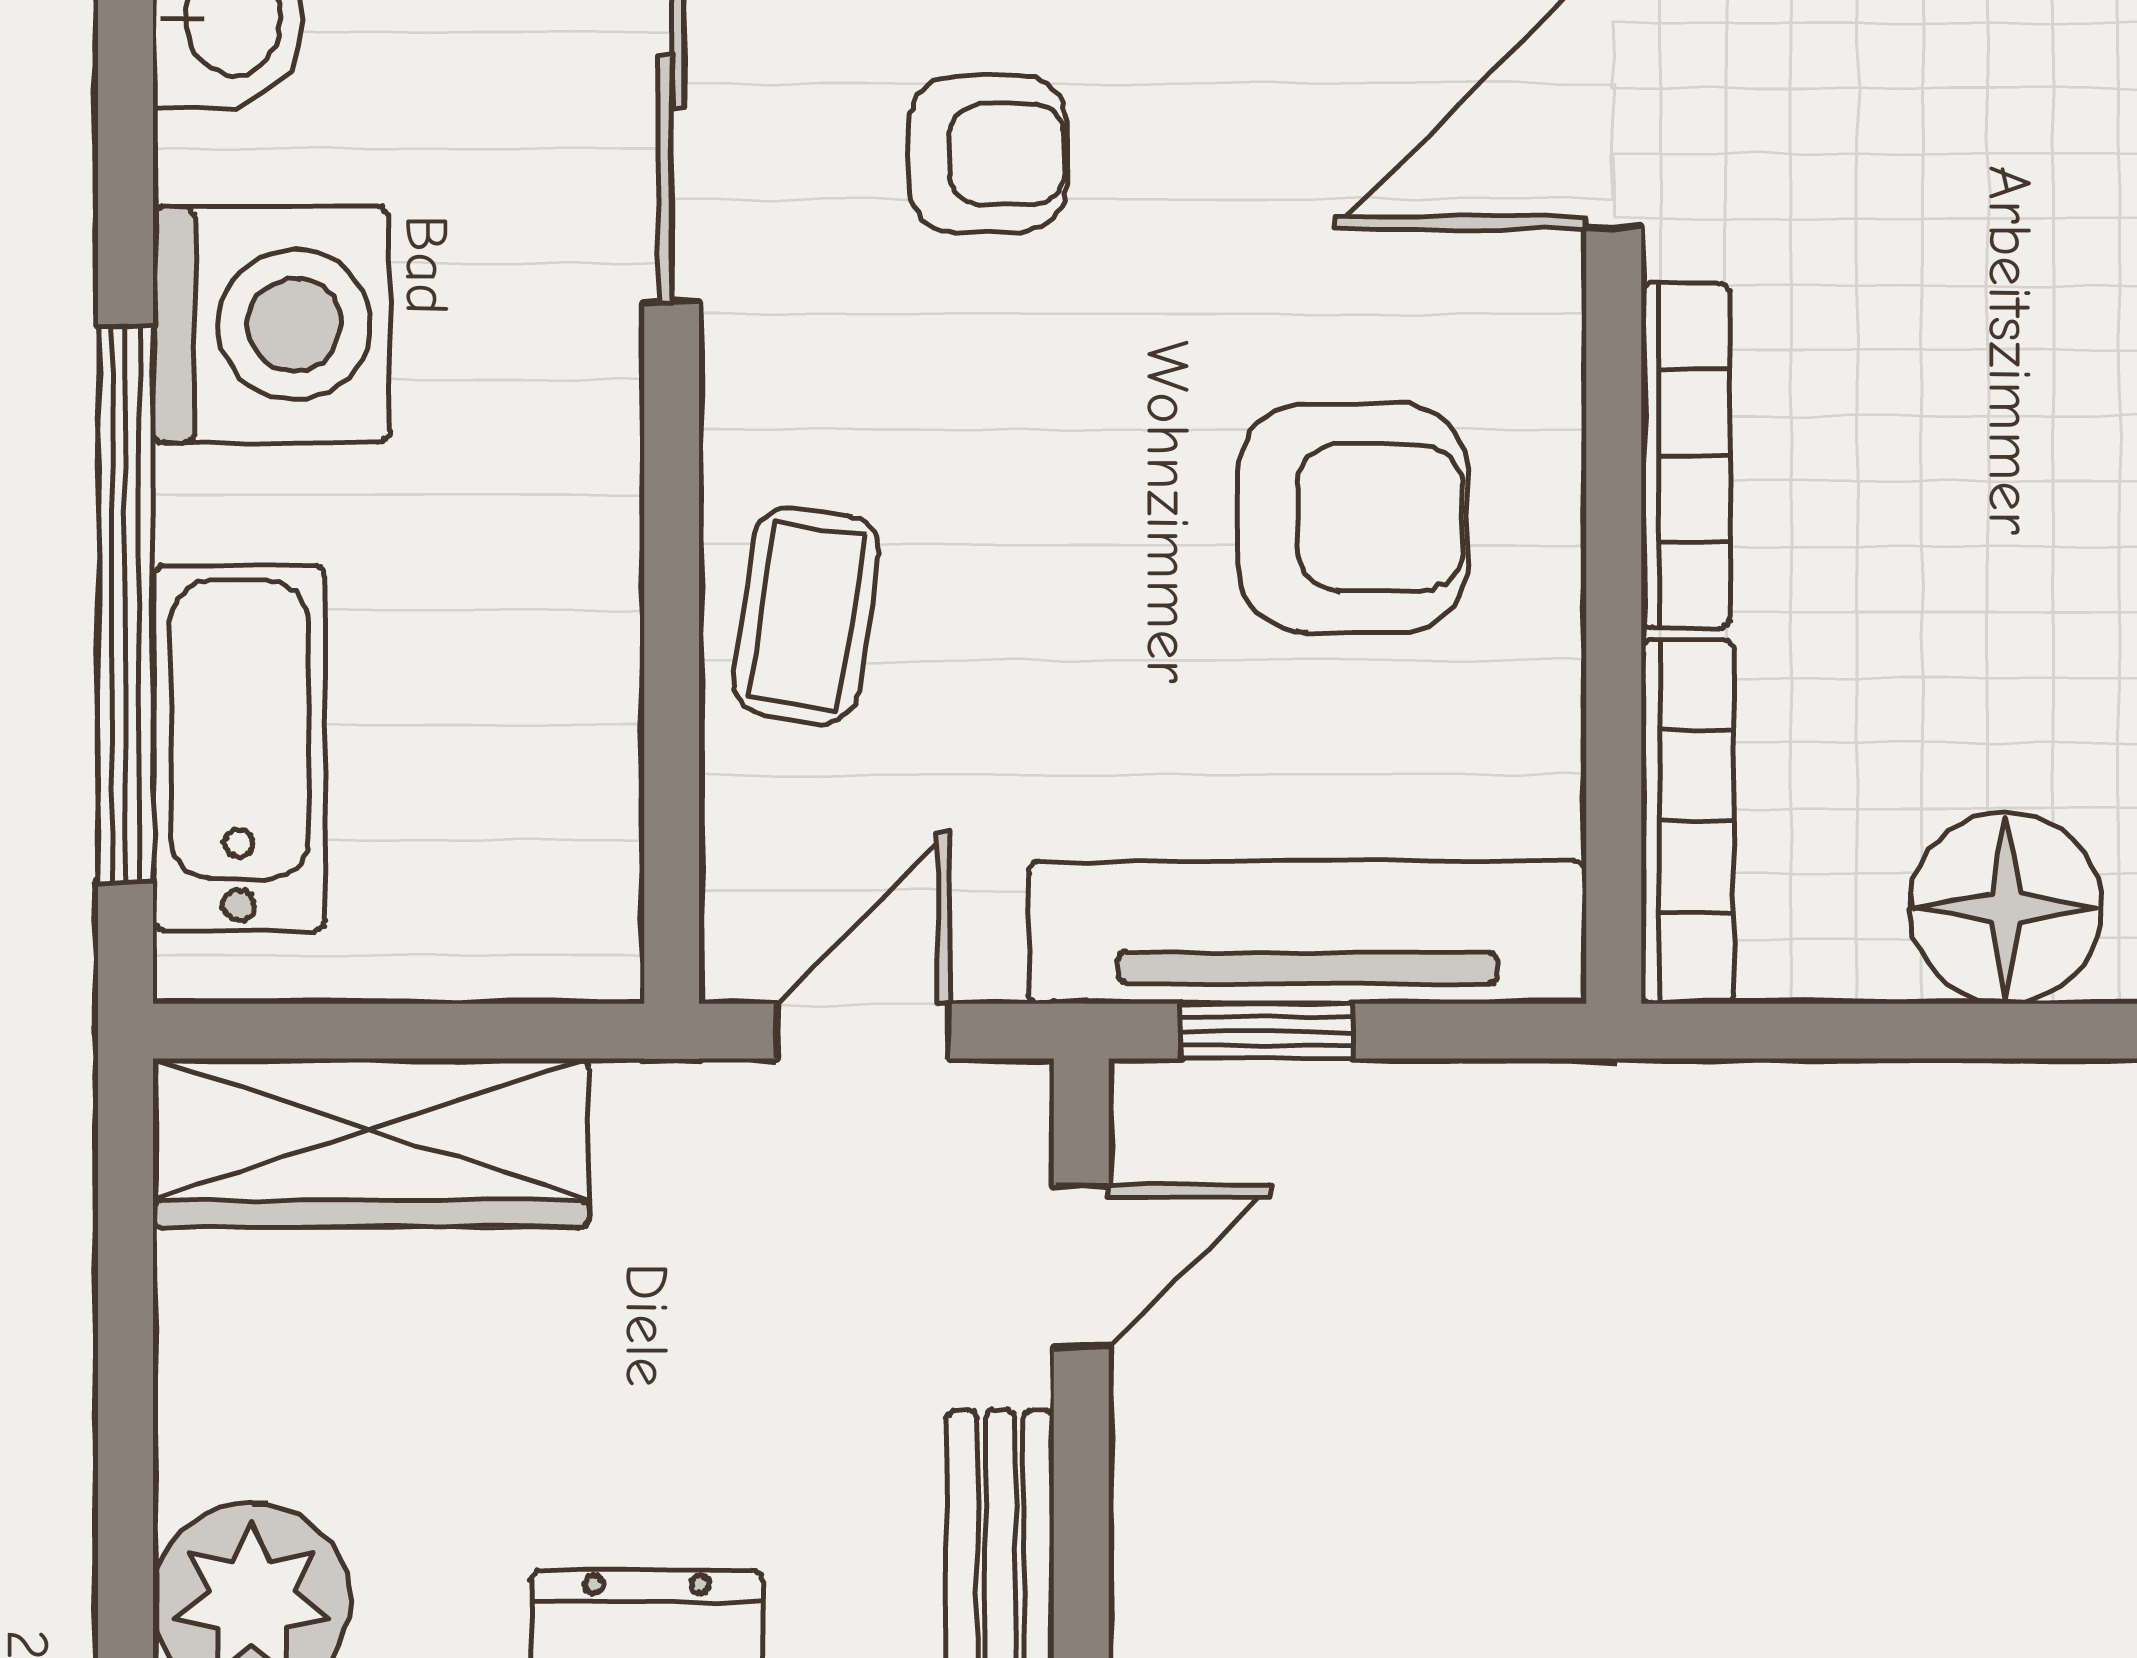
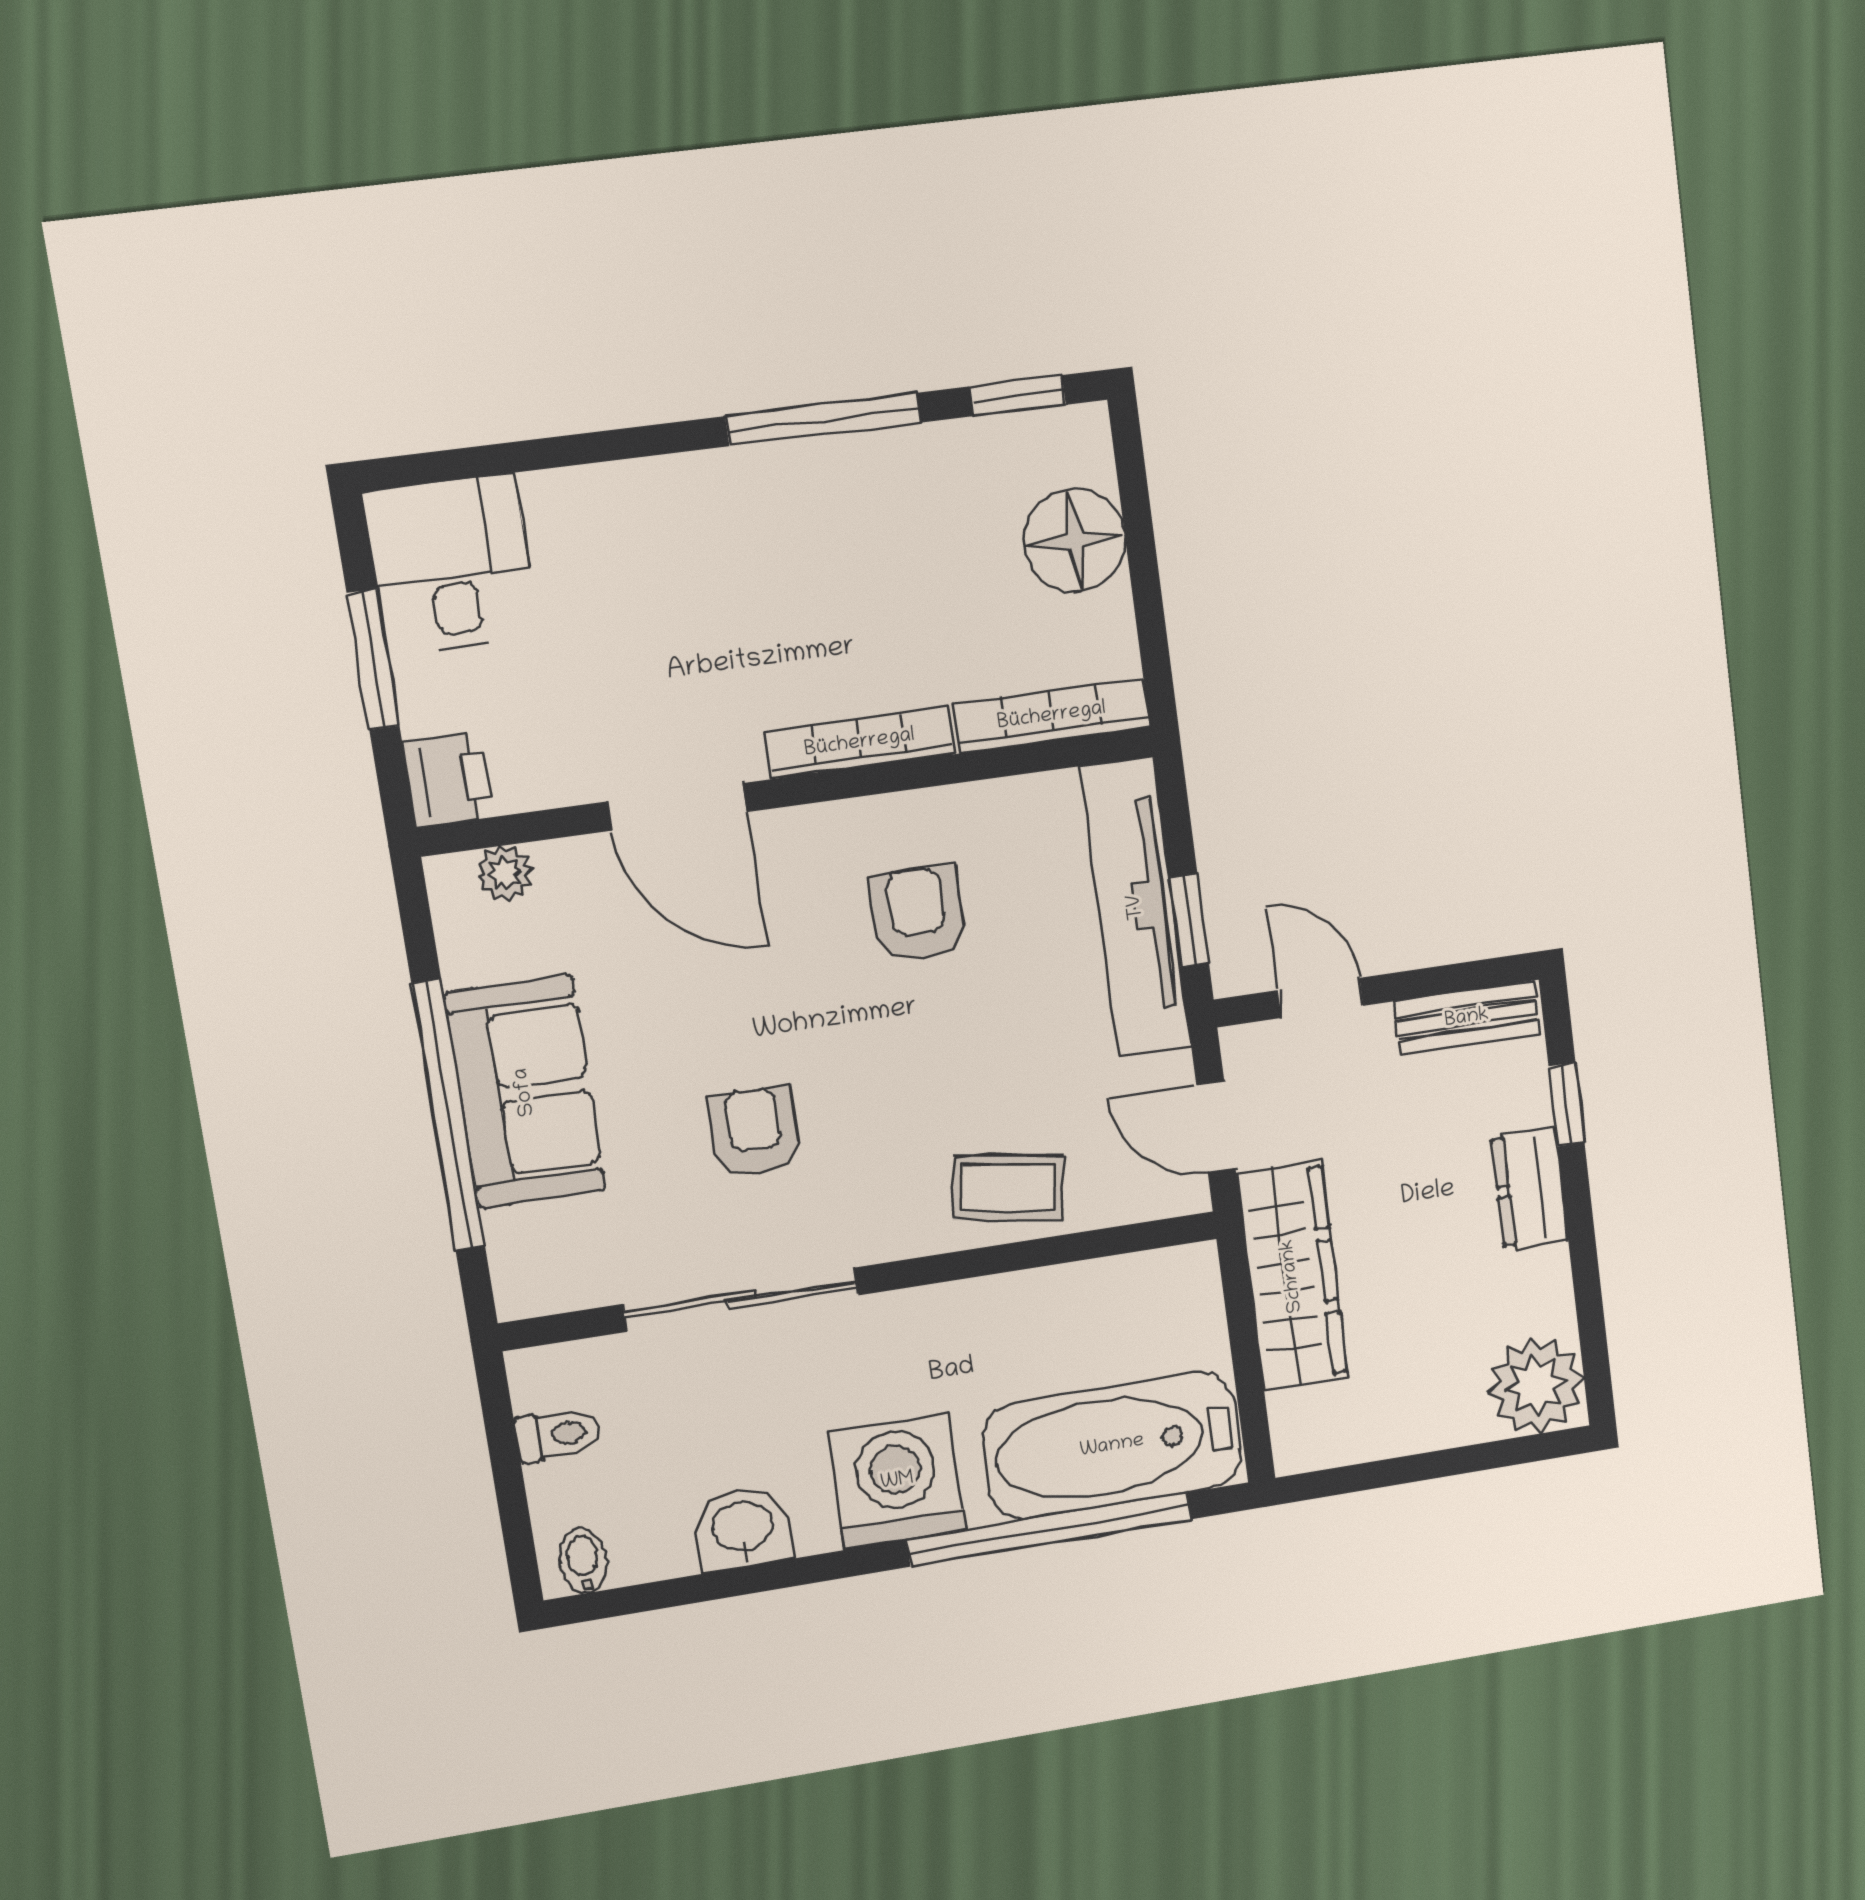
armchair: (1353, 518) -> (918, 914), width x0.72, depth x0.72
bathtub: (239, 748) -> (1112, 1446), width x1.36, depth x1.36
wardrobe: (371, 1143) -> (1292, 1276), moved

